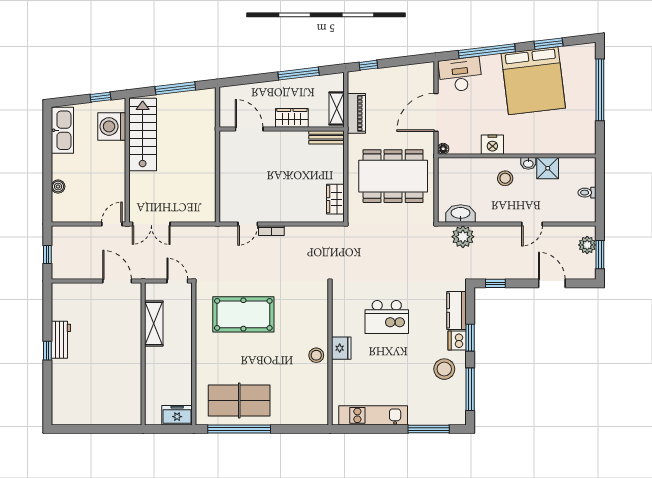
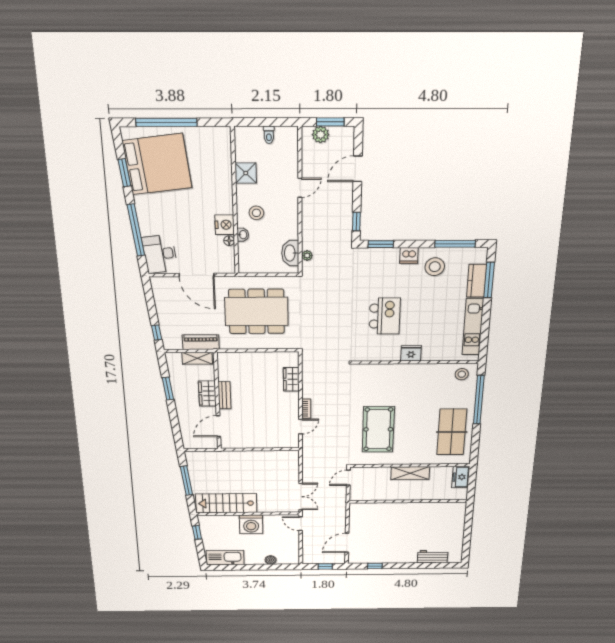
window: (299, 74) -> (168, 389), width x0.69
bed: (533, 81) -> (157, 164), moved
washing machine: (112, 126) -> (251, 524), moved
bench: (327, 137) -> (224, 395), moved
floor lamp: (443, 149) -> (229, 241), moved
washbasin: (528, 163) -> (243, 235), moved
dining table: (393, 176) -> (257, 311), turned 90
wardrobe: (335, 199) -> (291, 379), moved, turned 90
door: (248, 224) -> (300, 427), hinge flipped
door: (532, 224) -> (300, 188), hinge flipped
plant: (463, 237) -> (307, 256), width x0.53, depth x0.53
door: (117, 281) -> (347, 543), moved
kitchen counter: (457, 310) -> (477, 281), moved, turned 90
shelving: (154, 323) -> (410, 473), moved
window: (470, 338) -> (381, 244), moved
workbench: (61, 340) -> (433, 557), moved
window: (47, 351) -> (375, 566), moved
stool: (316, 355) -> (462, 374), moved
window: (239, 429) -> (479, 400), moved

